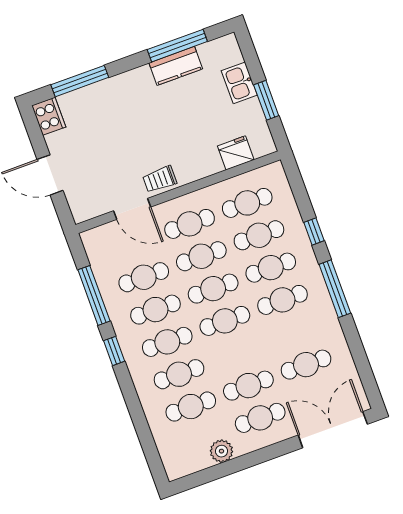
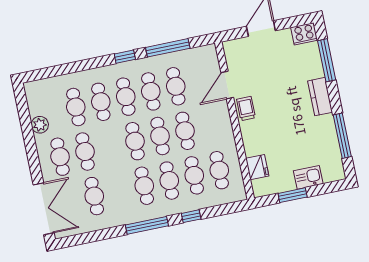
kitchen counter: (176, 66) -> (320, 97), moved
cafe table: (190, 224) -> (210, 126), removed

